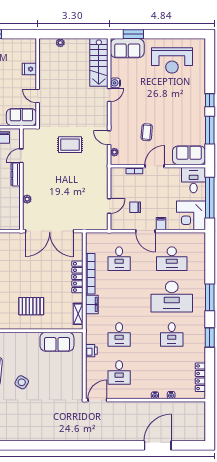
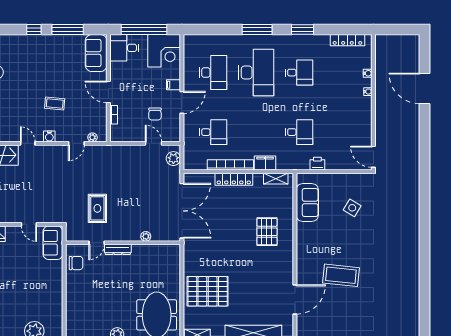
water cooler: (115, 83) -> (49, 136), moved
door: (38, 96) -> (29, 224), hinge flipped
coffee table: (147, 132) -> (55, 103), moved
rug: (70, 145) -> (97, 208), moved
door: (21, 156) -> (97, 243), hinge flipped
plant: (96, 224) -> (173, 159), added
desk: (119, 373) -> (342, 132), removed
side table: (22, 382) -> (352, 208), moved

